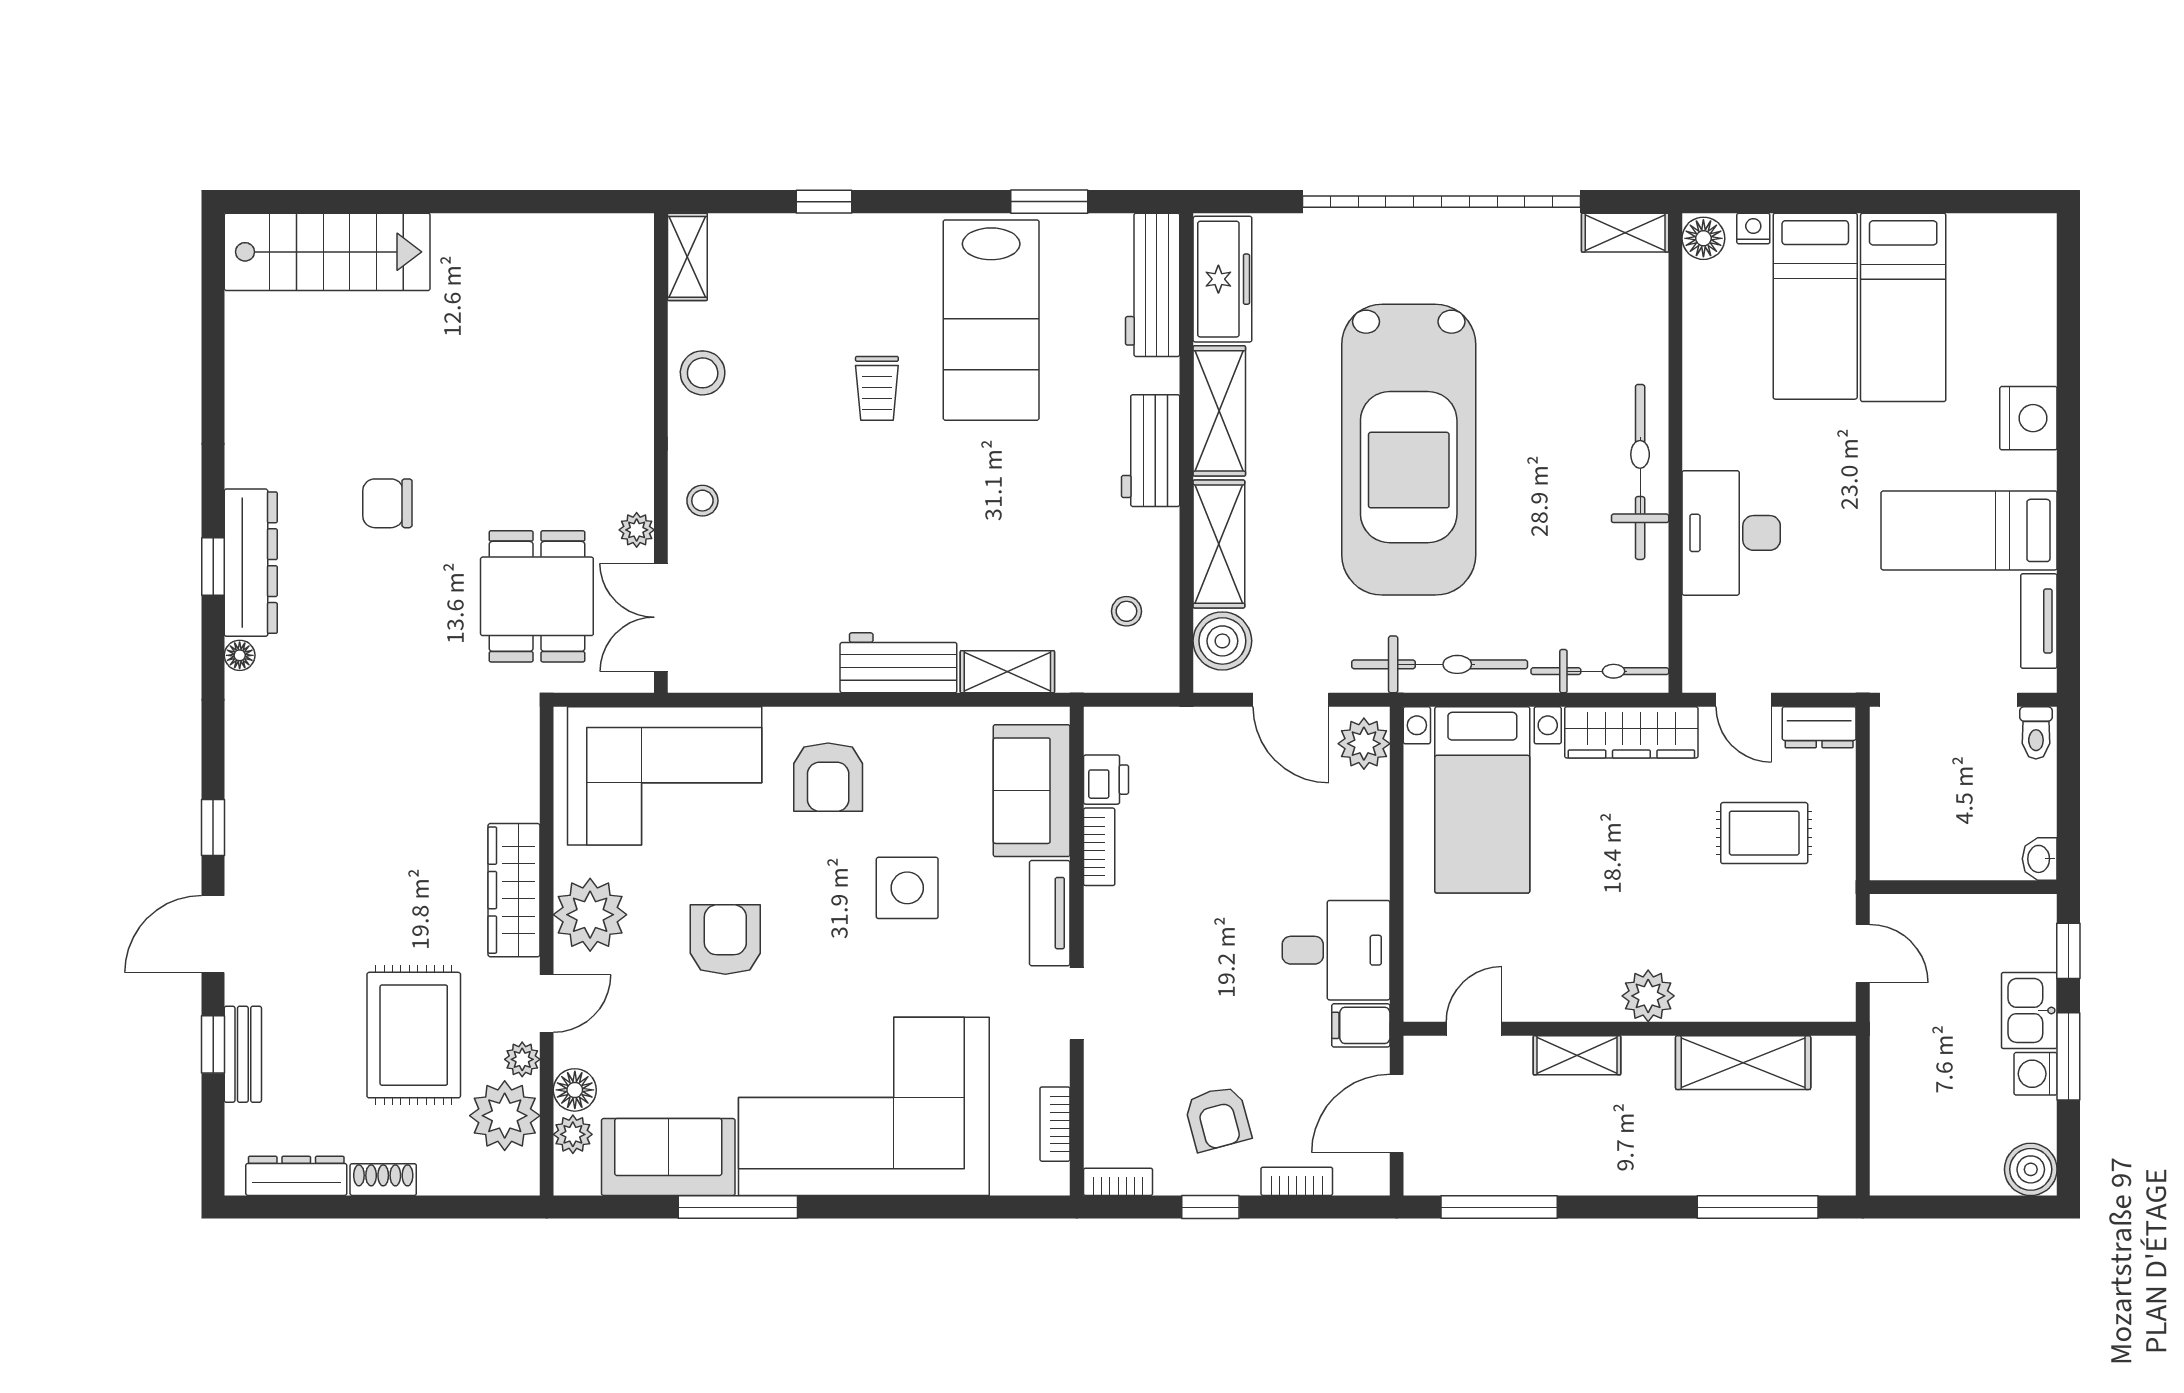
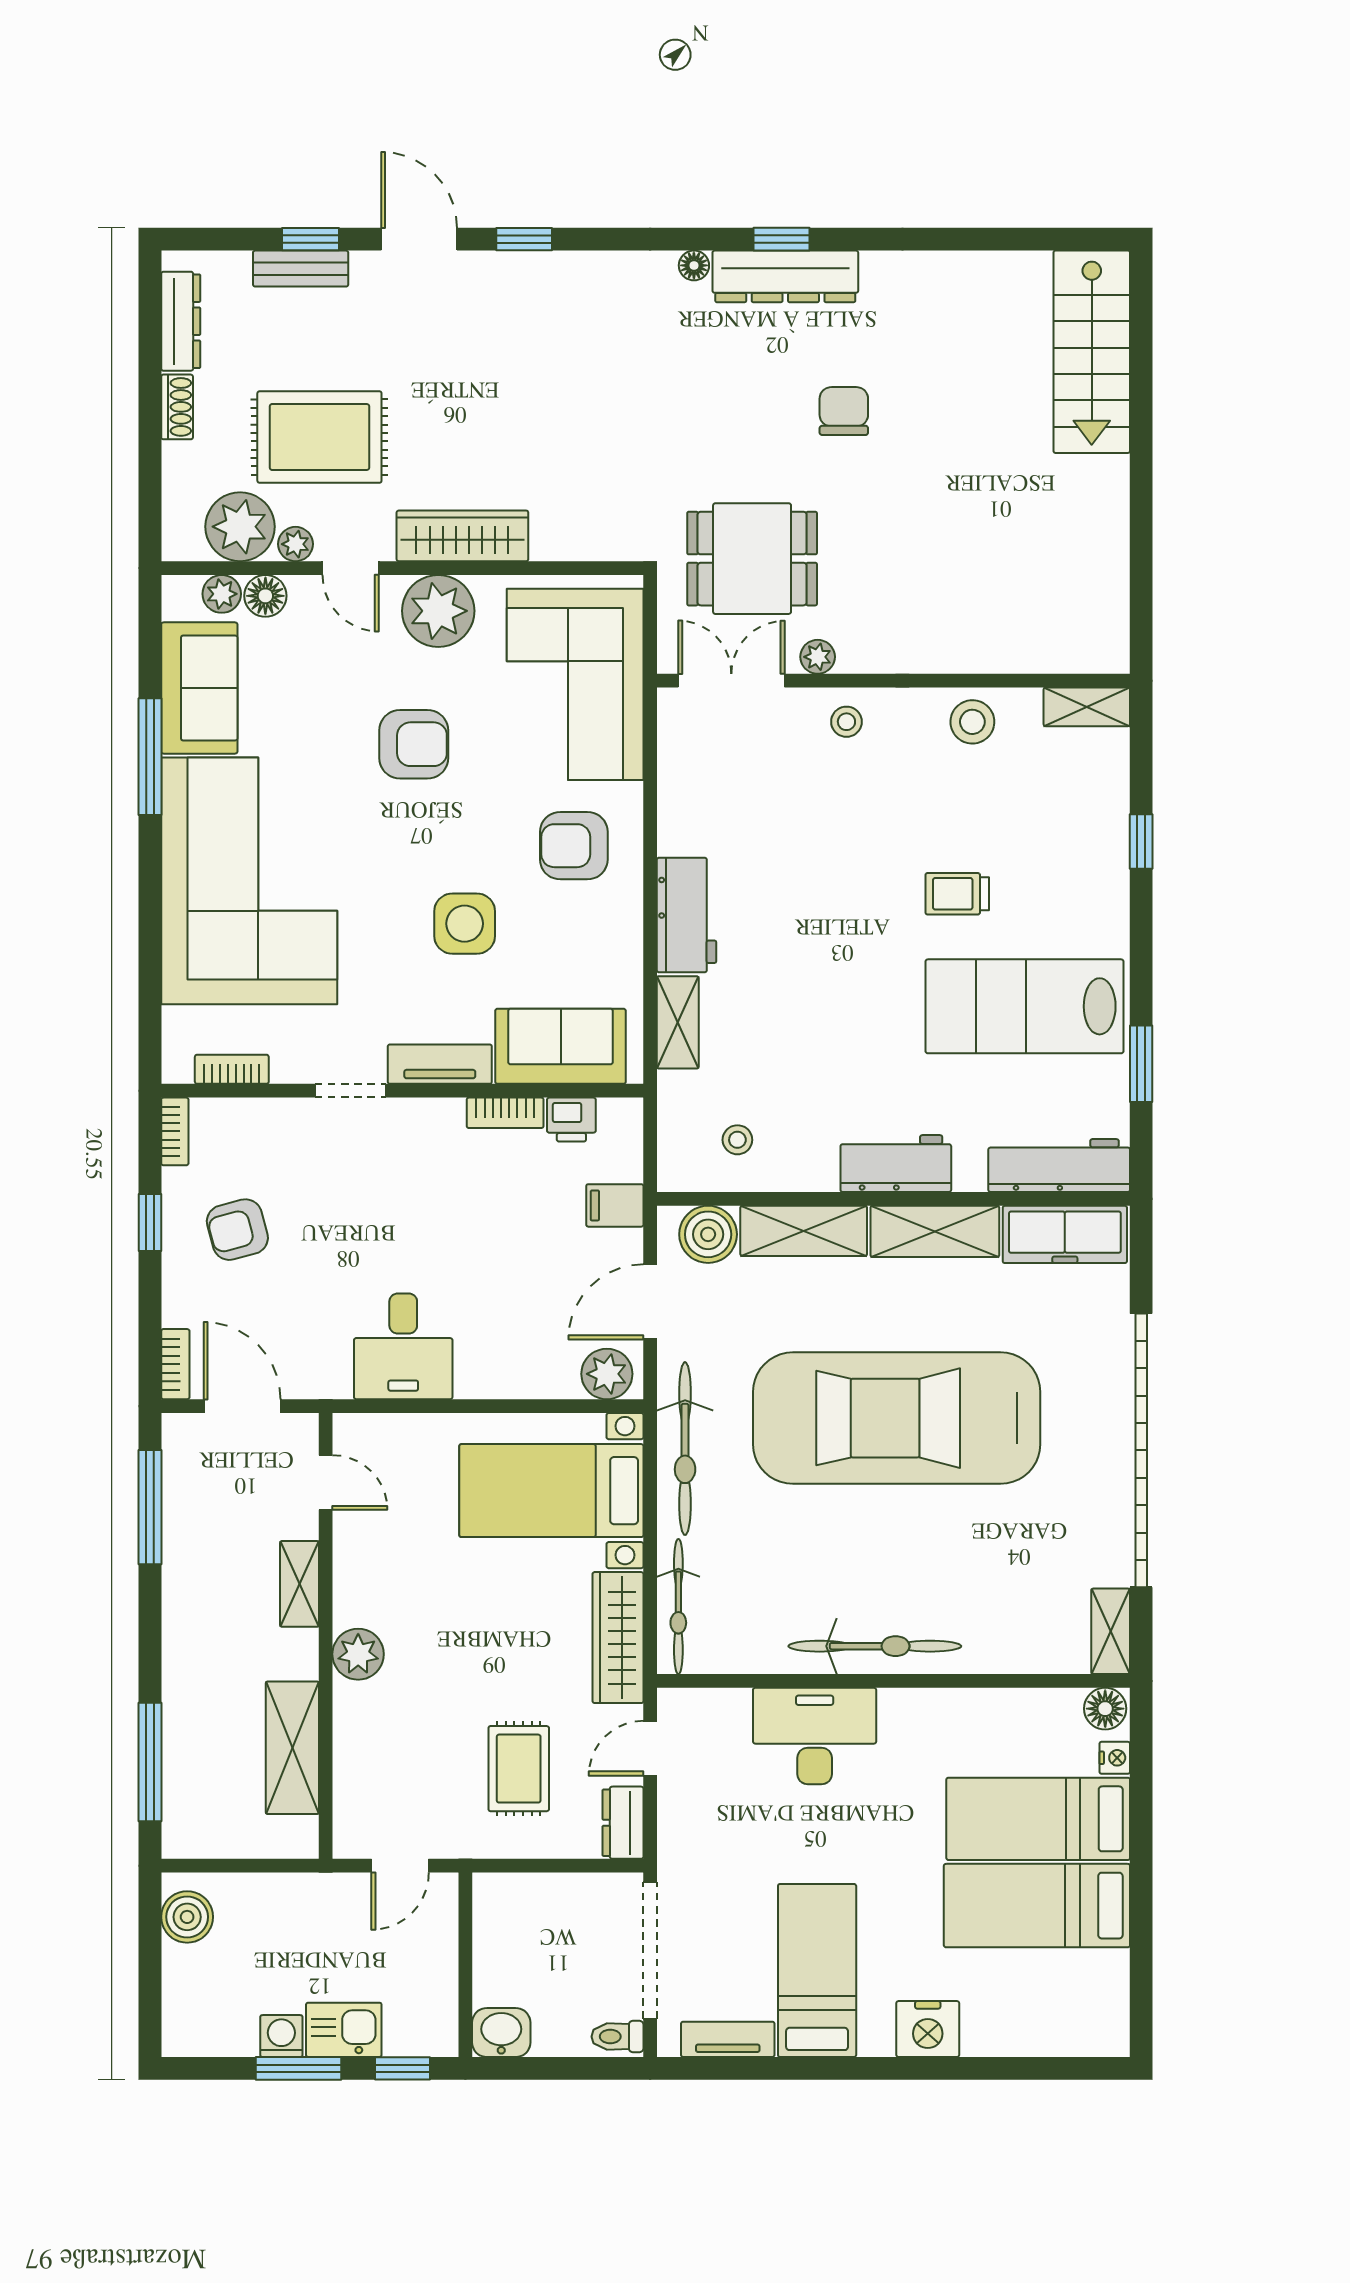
washbasin: (2040, 859) -> (501, 2033), width x1.38, depth x1.45
filing cabinet: (1361, 1025) -> (615, 1205), moved, turned -90
boiler: (2031, 1169) -> (187, 1917), moved
bookcase: (1297, 1181) -> (175, 1364), moved

